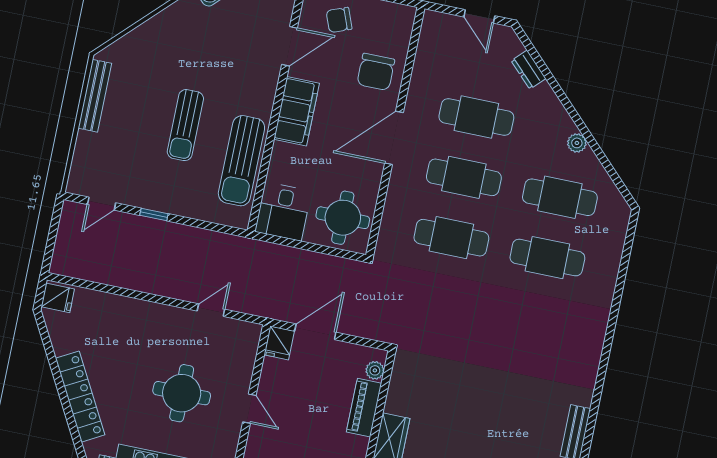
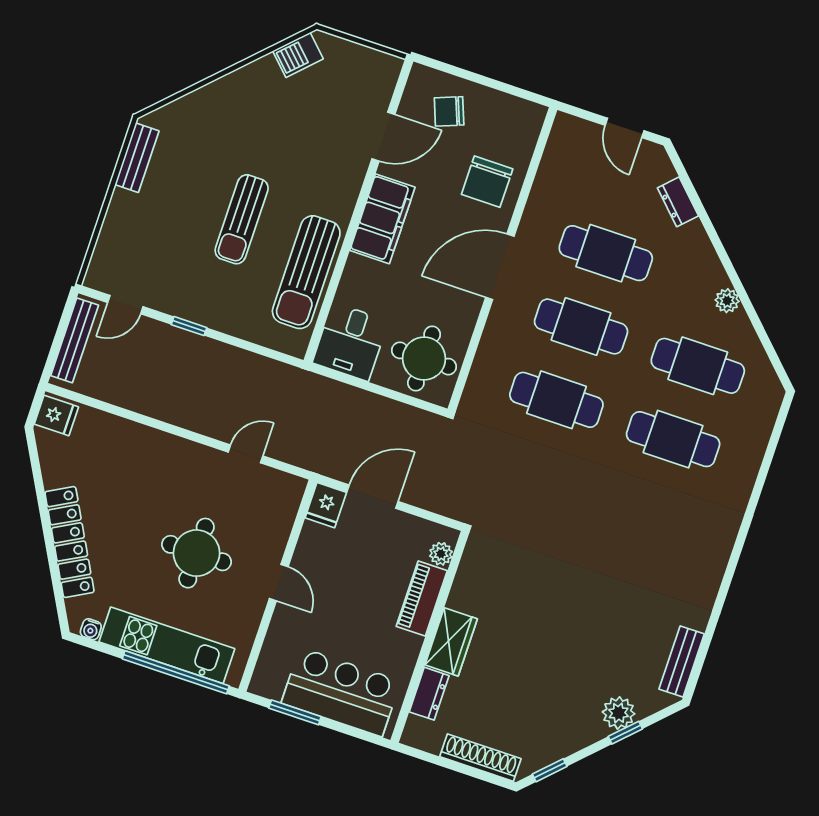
bench: (95, 96) -> (137, 158), width x0.73
bench: (65, 237) -> (75, 340), added

